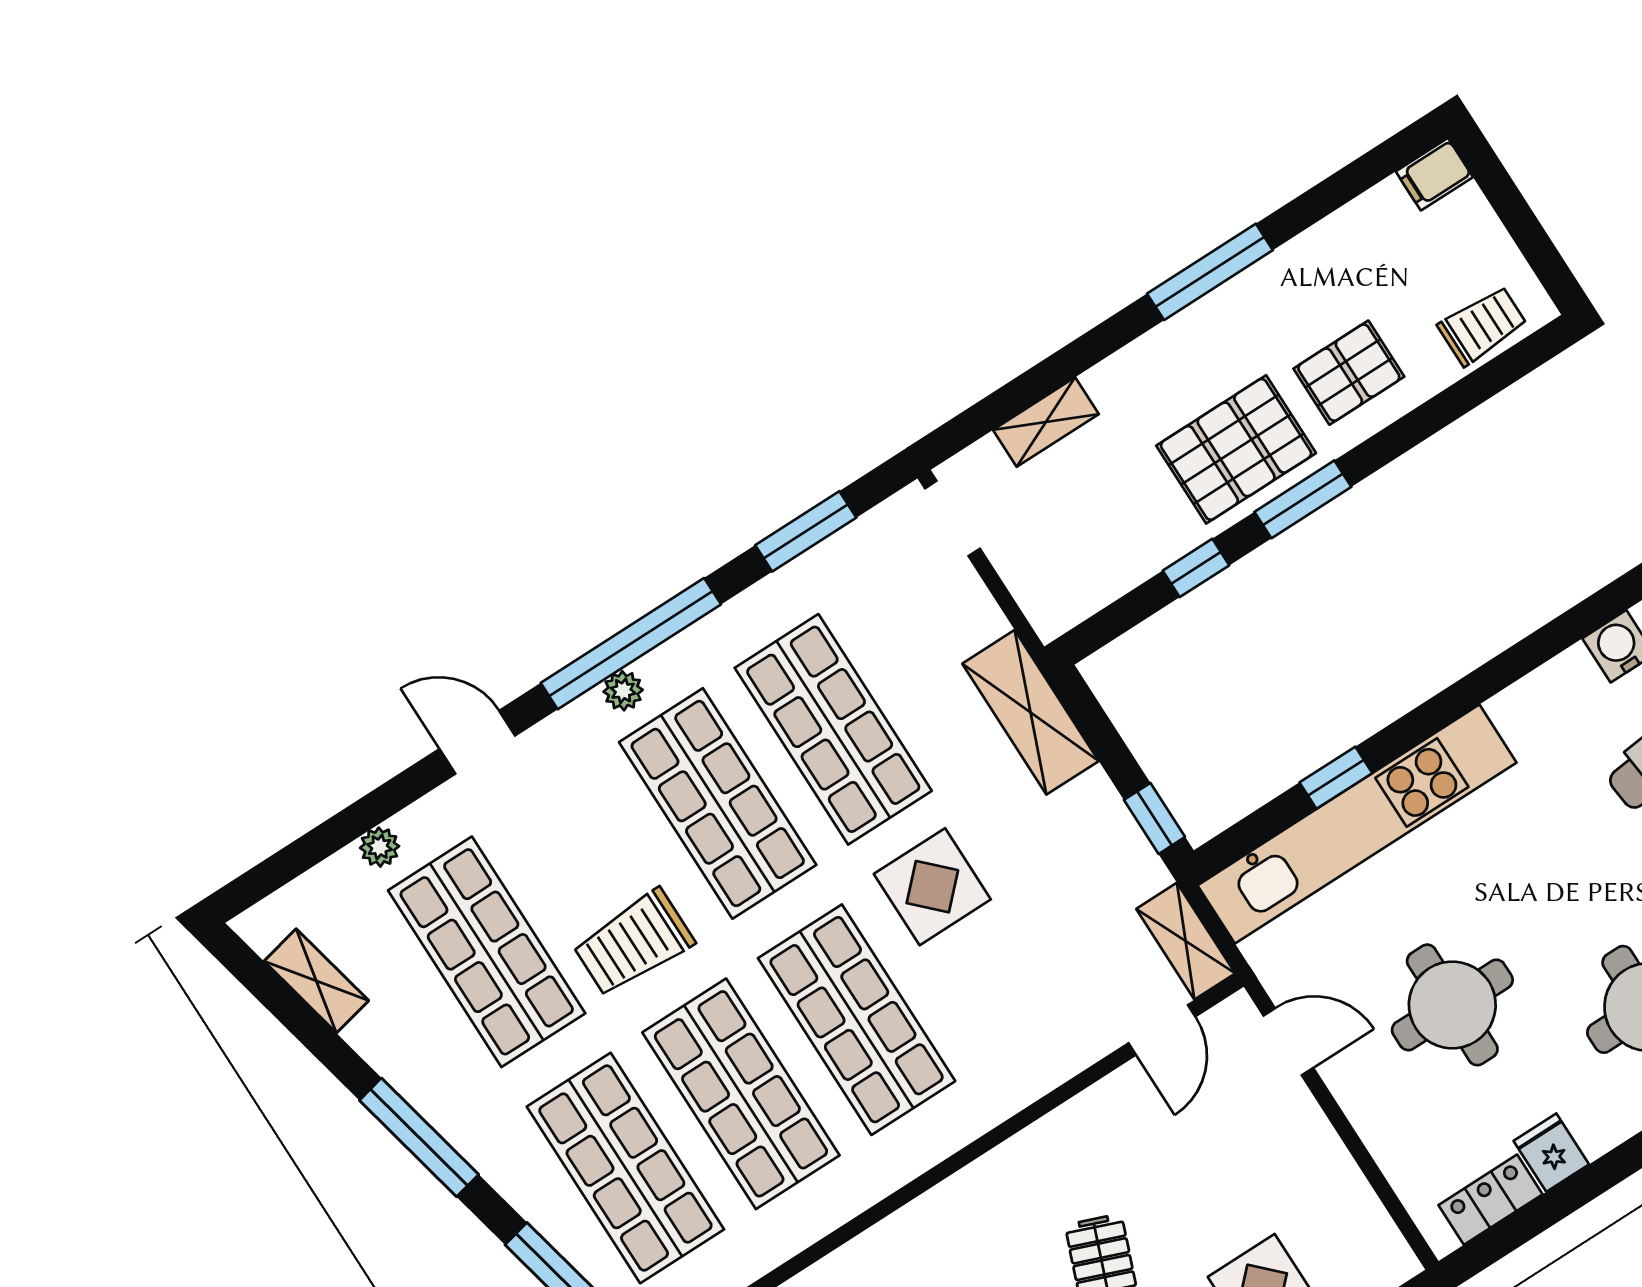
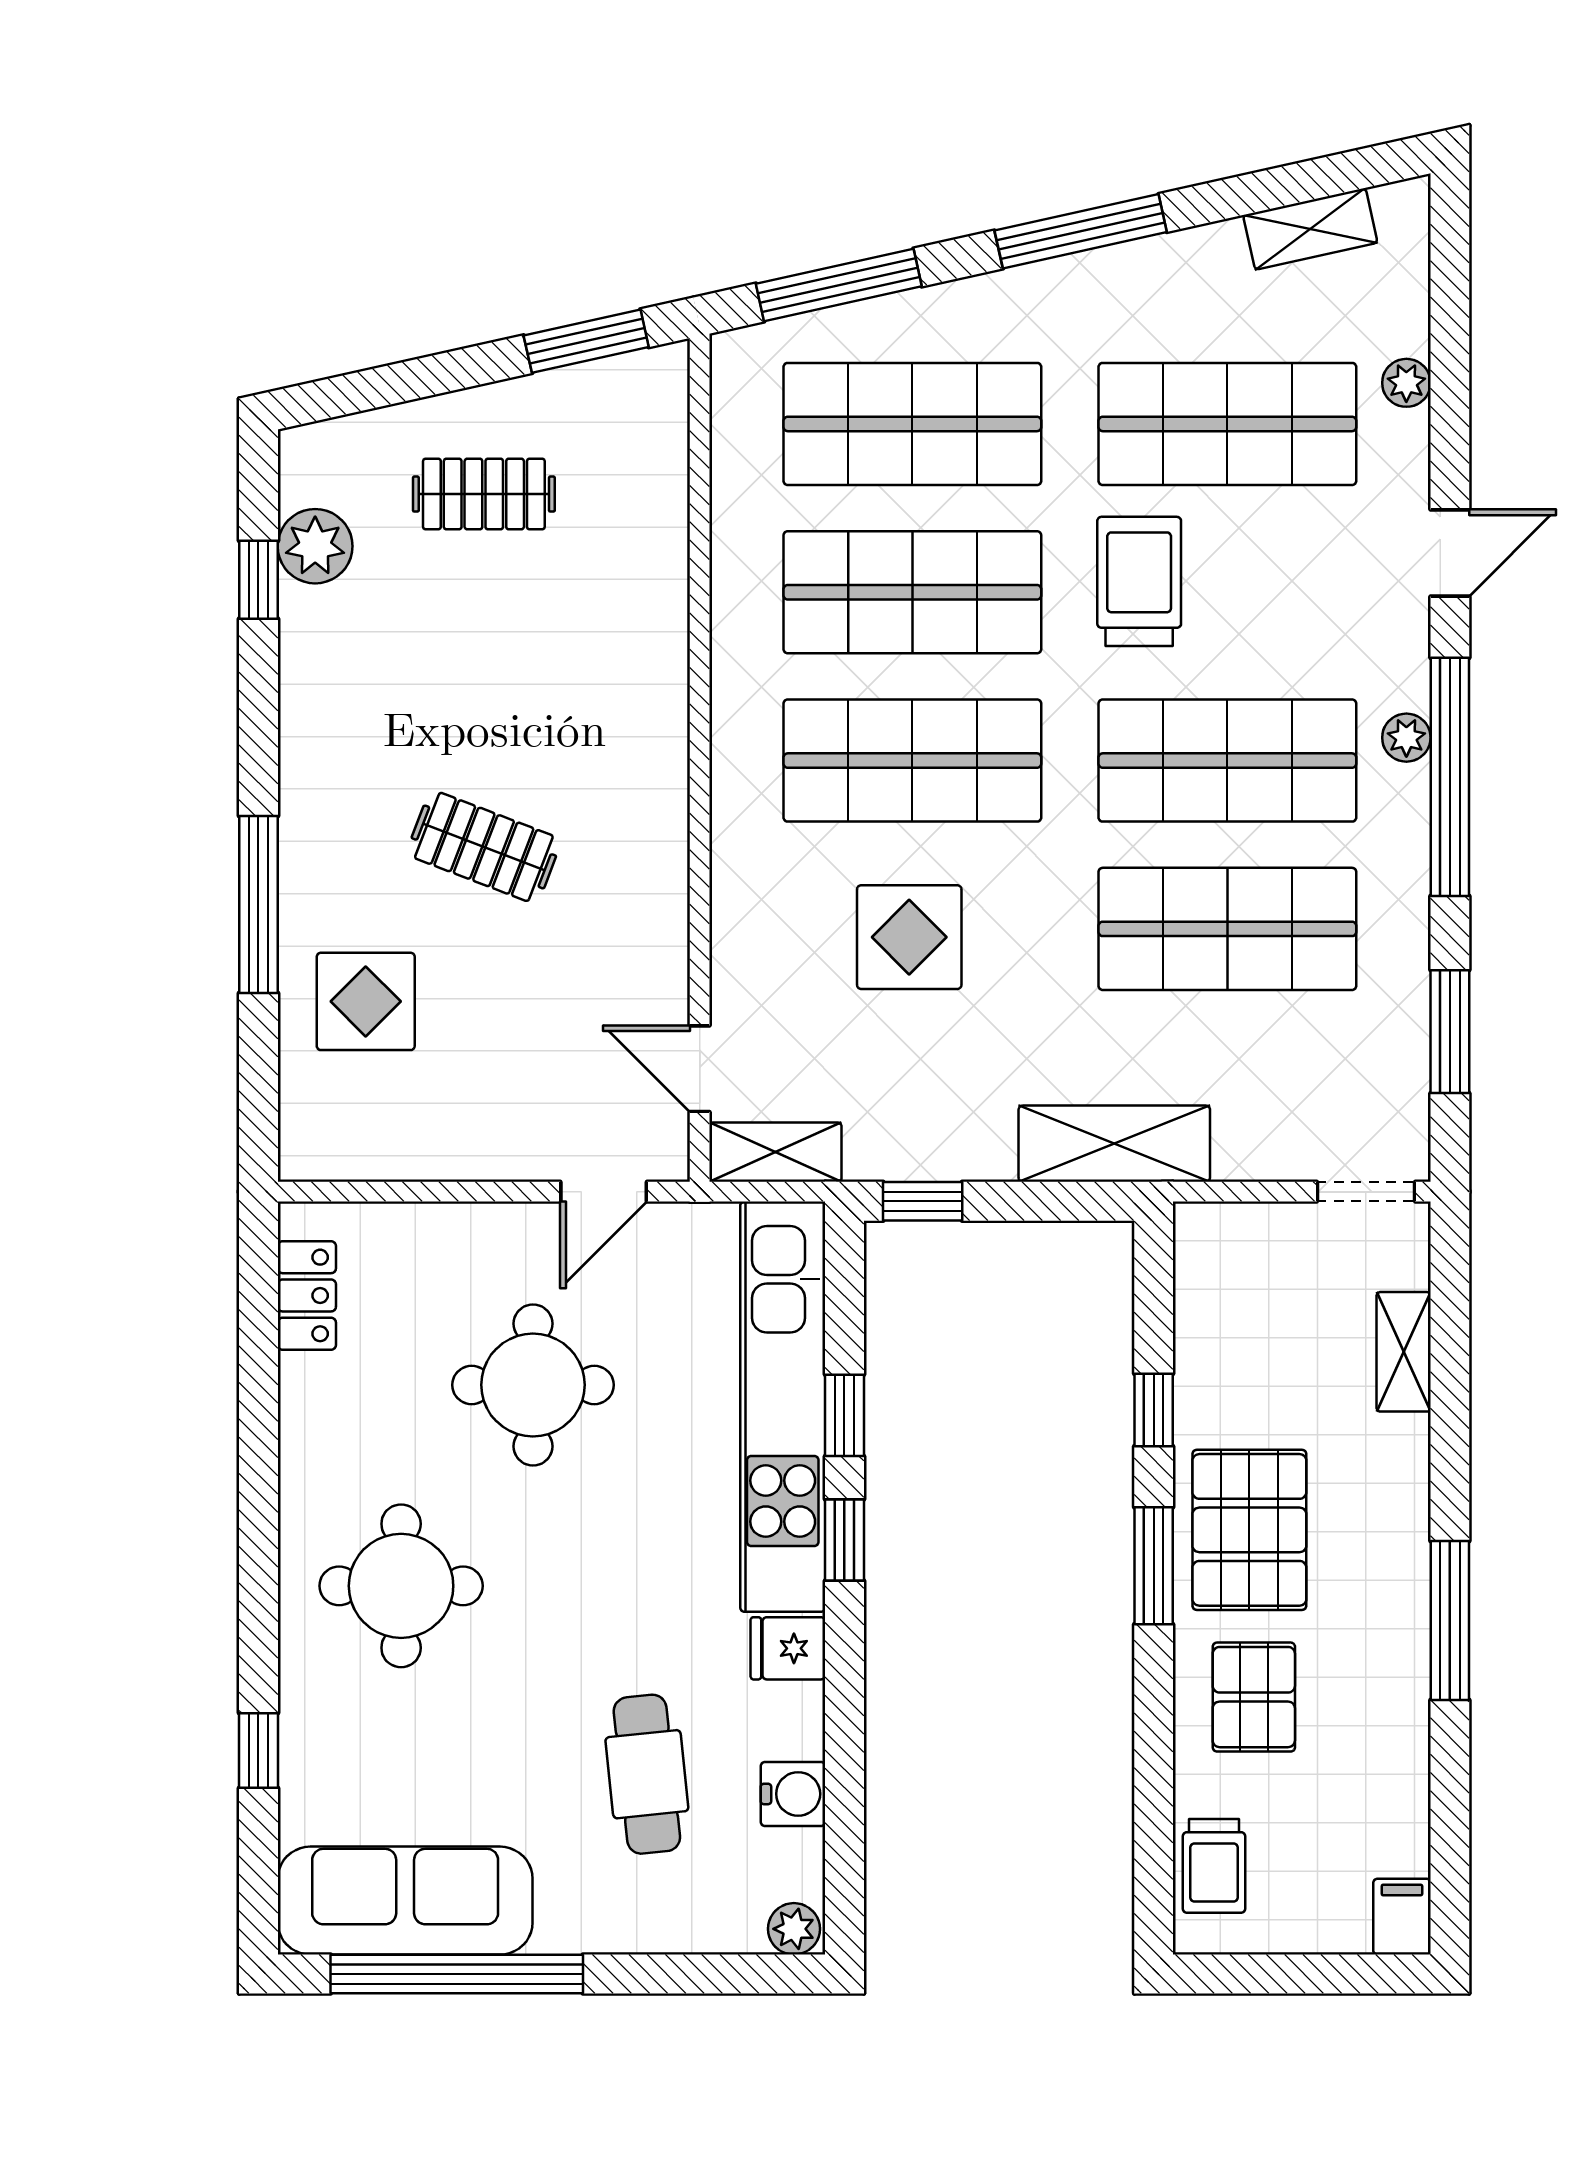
window: (1421, 723) -> (844, 1540), added
display table: (932, 887) -> (909, 937), moved
fridge: (1551, 1153) -> (788, 1648), moved, turned 180

